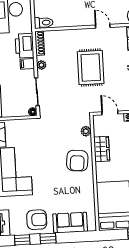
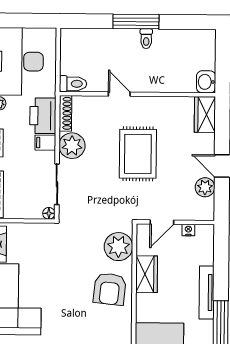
door: (103, 26) -> (119, 94), moved
plant: (41, 65) -> (72, 146), width x1.88, depth x1.88
door: (110, 113) -> (162, 222), swing flipped
plant: (86, 131) -> (118, 247), width x1.88, depth x1.88

